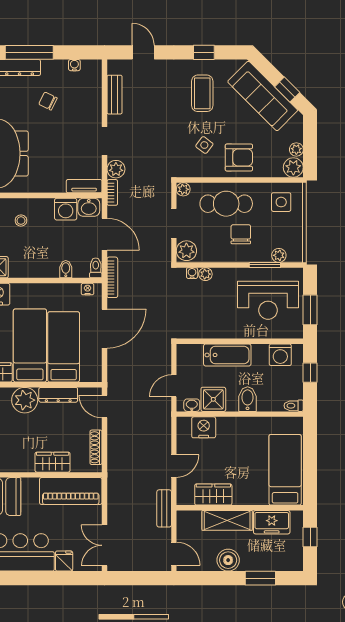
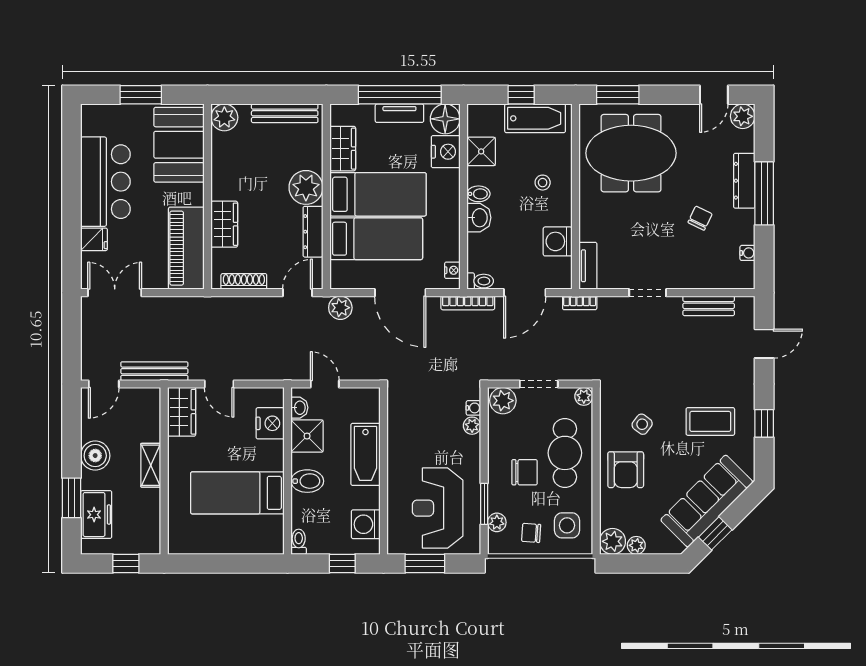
plant: (116, 169) -> (340, 308), moved
washbasin: (89, 207) -> (479, 218), moved, turned 180
chair: (287, 229) -> (531, 533), added
bidet: (66, 269) -> (478, 194), moved
bed: (285, 470) -> (237, 493), moved, turned 180
wardrobe: (213, 495) -> (182, 412), moved
bench: (164, 508) -> (154, 371), width x1.36
shelving: (227, 520) -> (151, 465), width x0.67, depth x0.75
freezer: (272, 522) -> (96, 515), moved, turned 180

